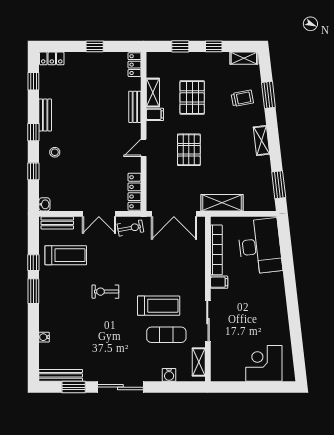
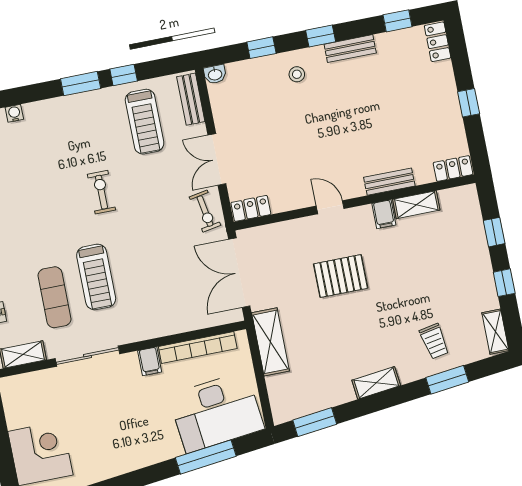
pallet: (192, 97) -> (421, 265), removed
locker: (134, 192) -> (251, 208), width x0.66
window: (287, 259) -> (206, 457), added

